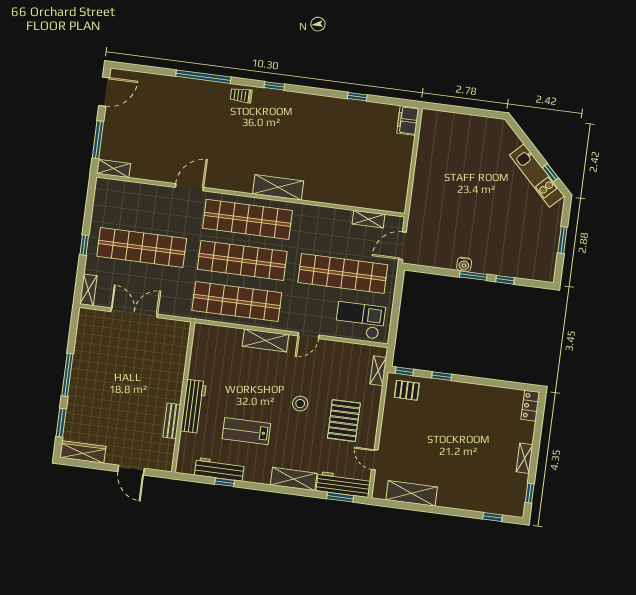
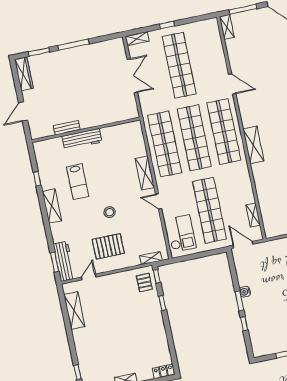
lab bench: (246, 431) -> (78, 182), turned 180
workbench: (219, 469) -> (45, 172), removed
shelving: (294, 479) -> (52, 206), moved

